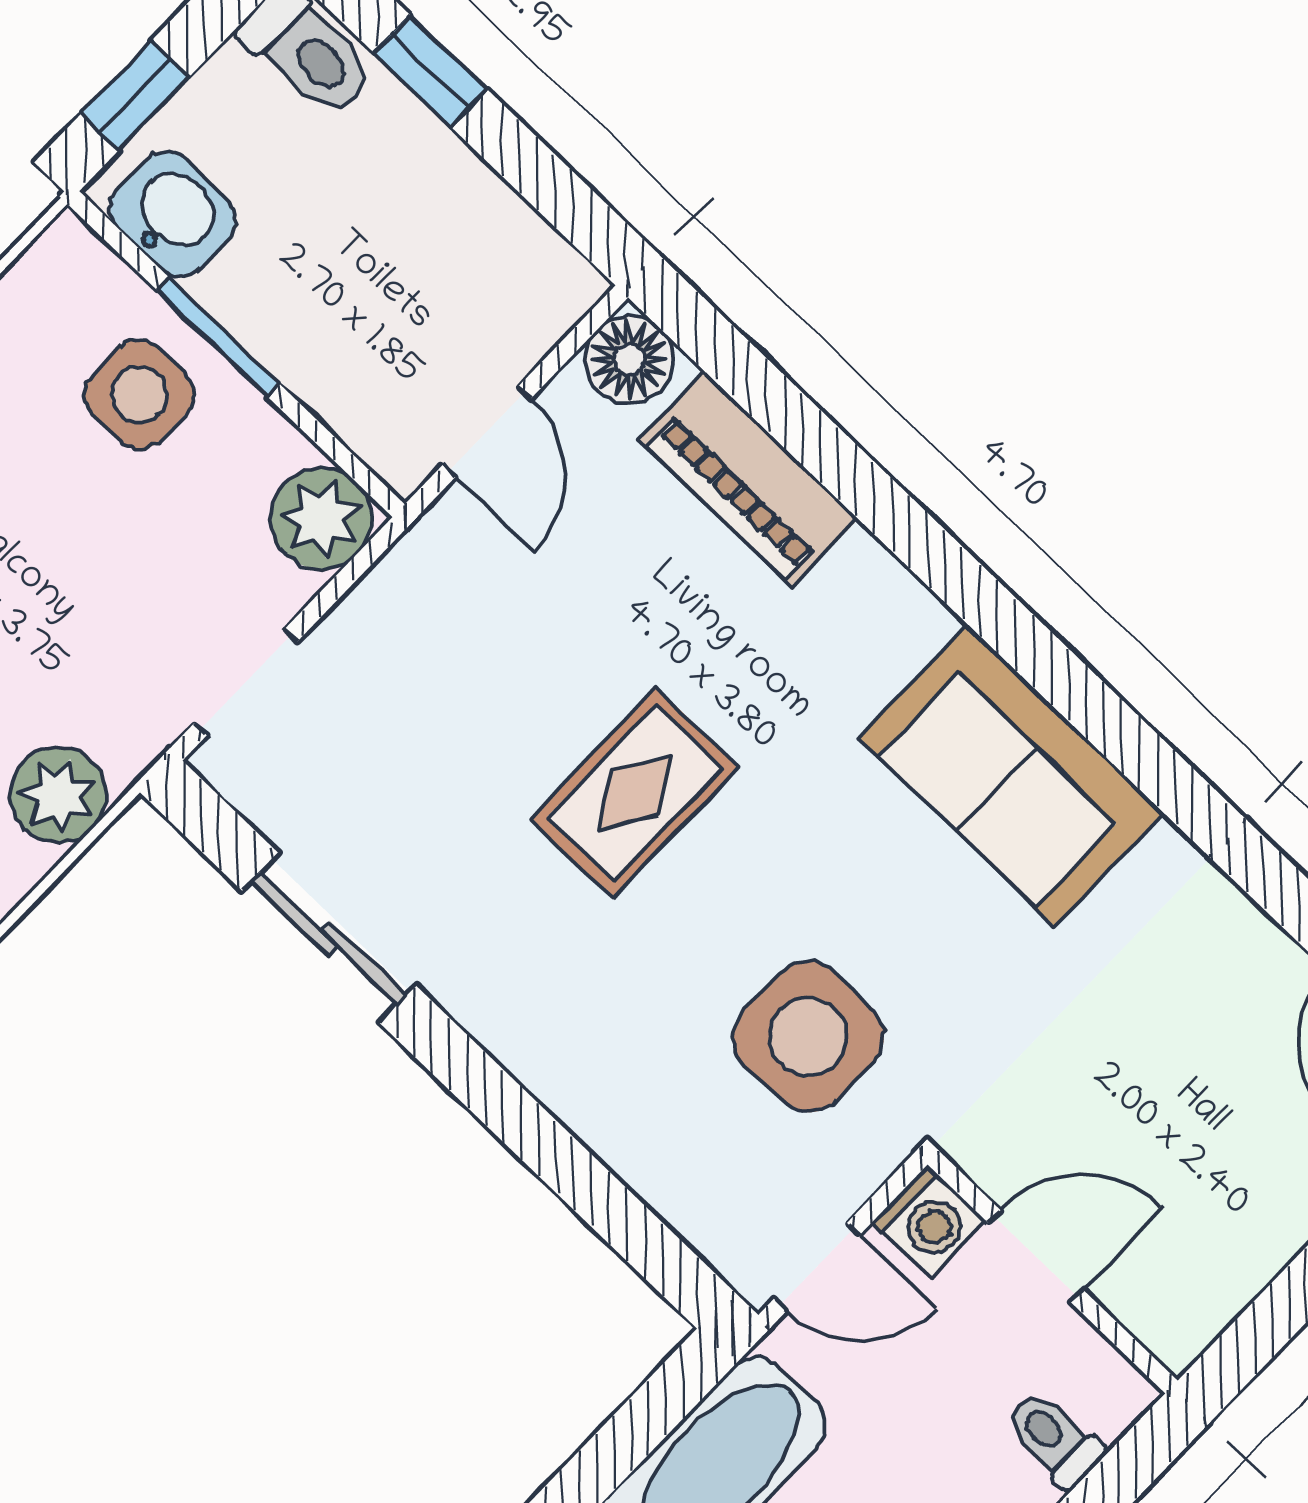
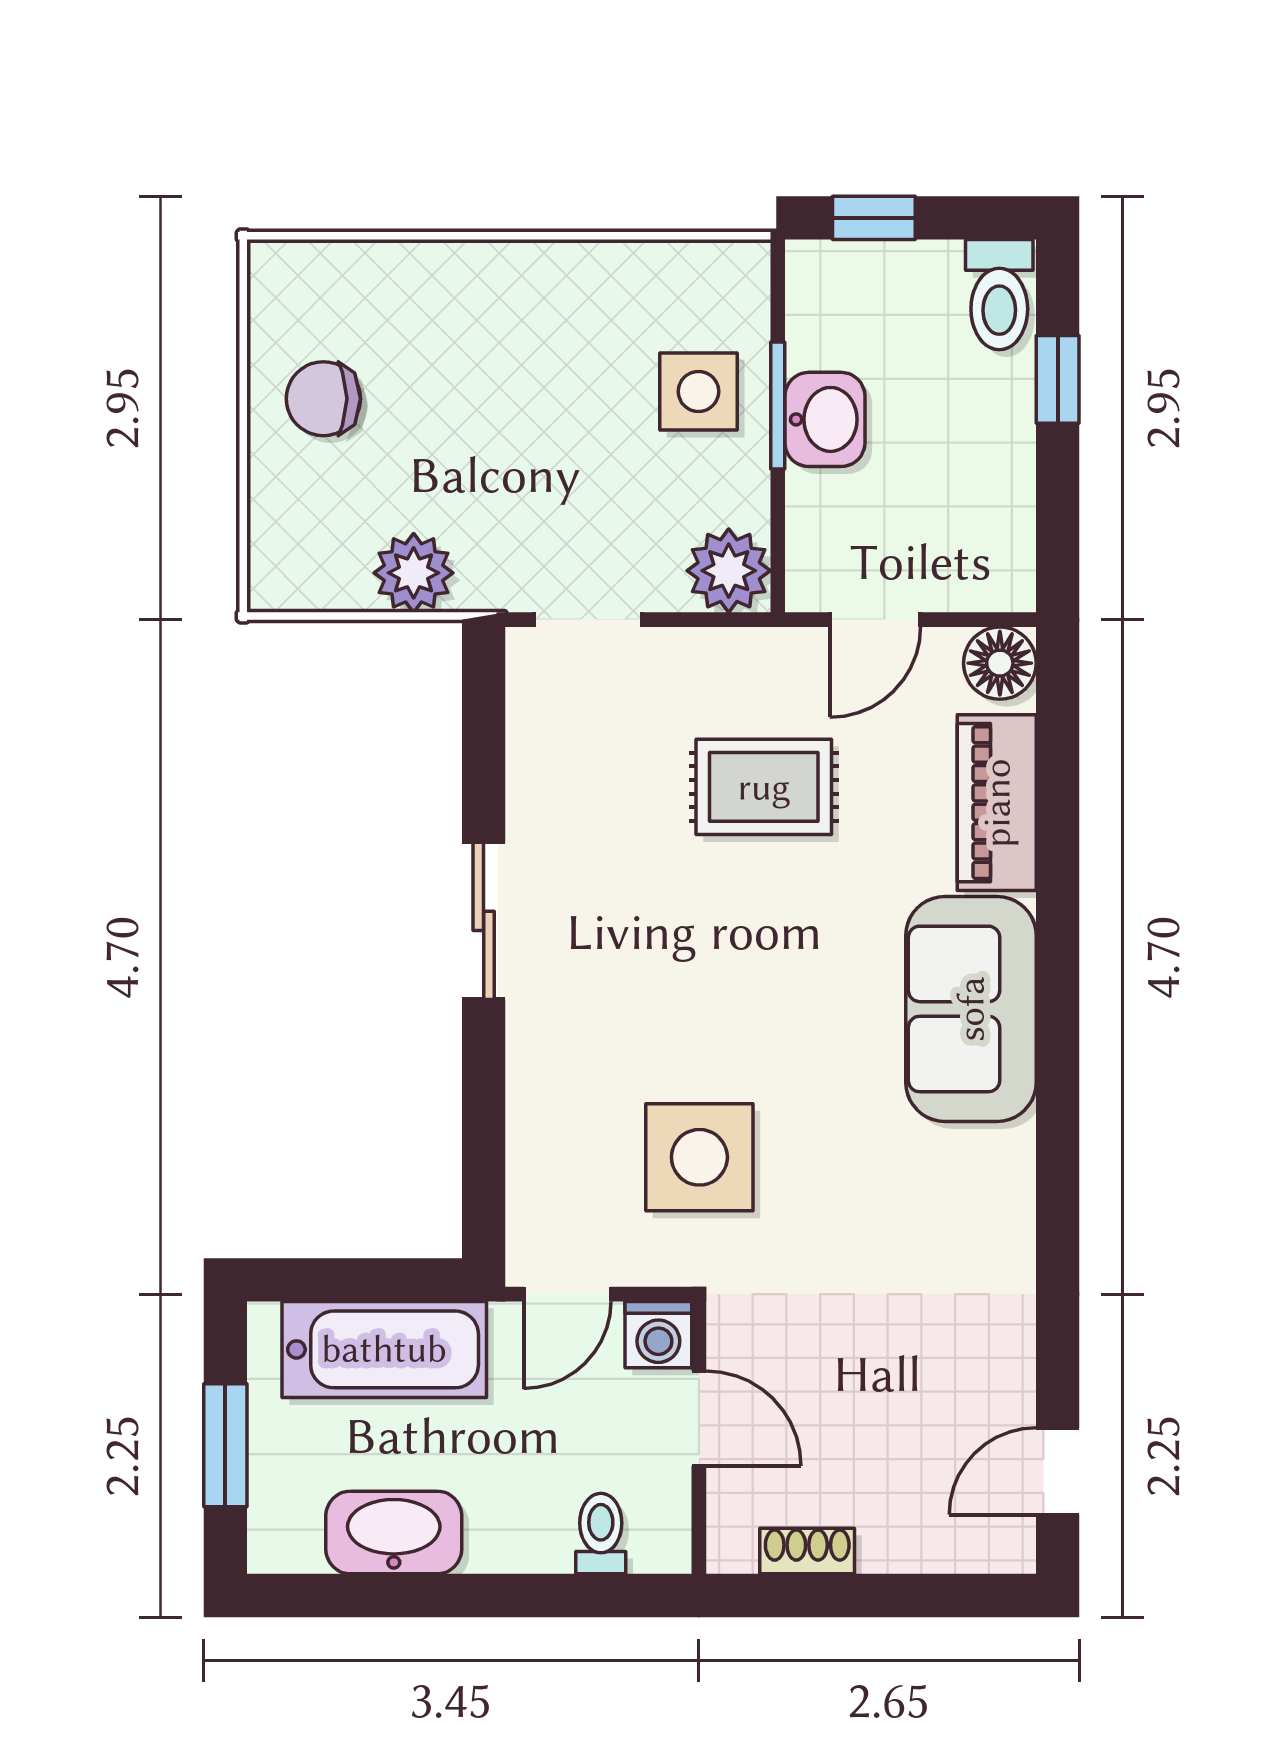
washbasin: (173, 214) -> (825, 419), moved
sofa: (1011, 775) -> (971, 1009), moved
rug: (635, 793) -> (764, 787), moved
sliding door: (329, 938) -> (484, 921), moved
door: (817, 1267) -> (567, 1294), hinge flipped
shoe rack: (1242, 1273) -> (807, 1551), added

